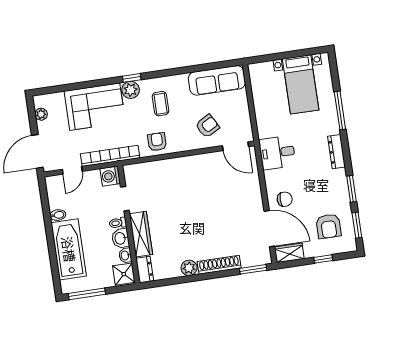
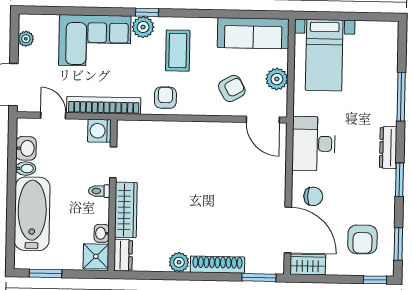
bed with nightstands: (301, 84) -> (324, 55), moved
coffee table: (161, 104) -> (178, 51), width x1.36, depth x1.30
plant: (241, 113) -> (277, 79), added
desk: (277, 153) -> (314, 144), width x1.37
door: (72, 170) -> (53, 116), swing flipped
window: (352, 189) -> (400, 180), moved
washbasin: (121, 238) -> (26, 148), moved, turned 180
window: (323, 259) -> (375, 280), moved
window: (87, 294) -> (46, 273), width x0.69

